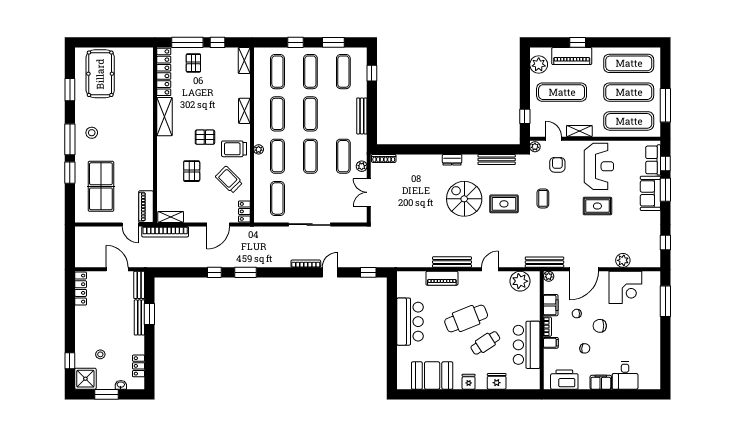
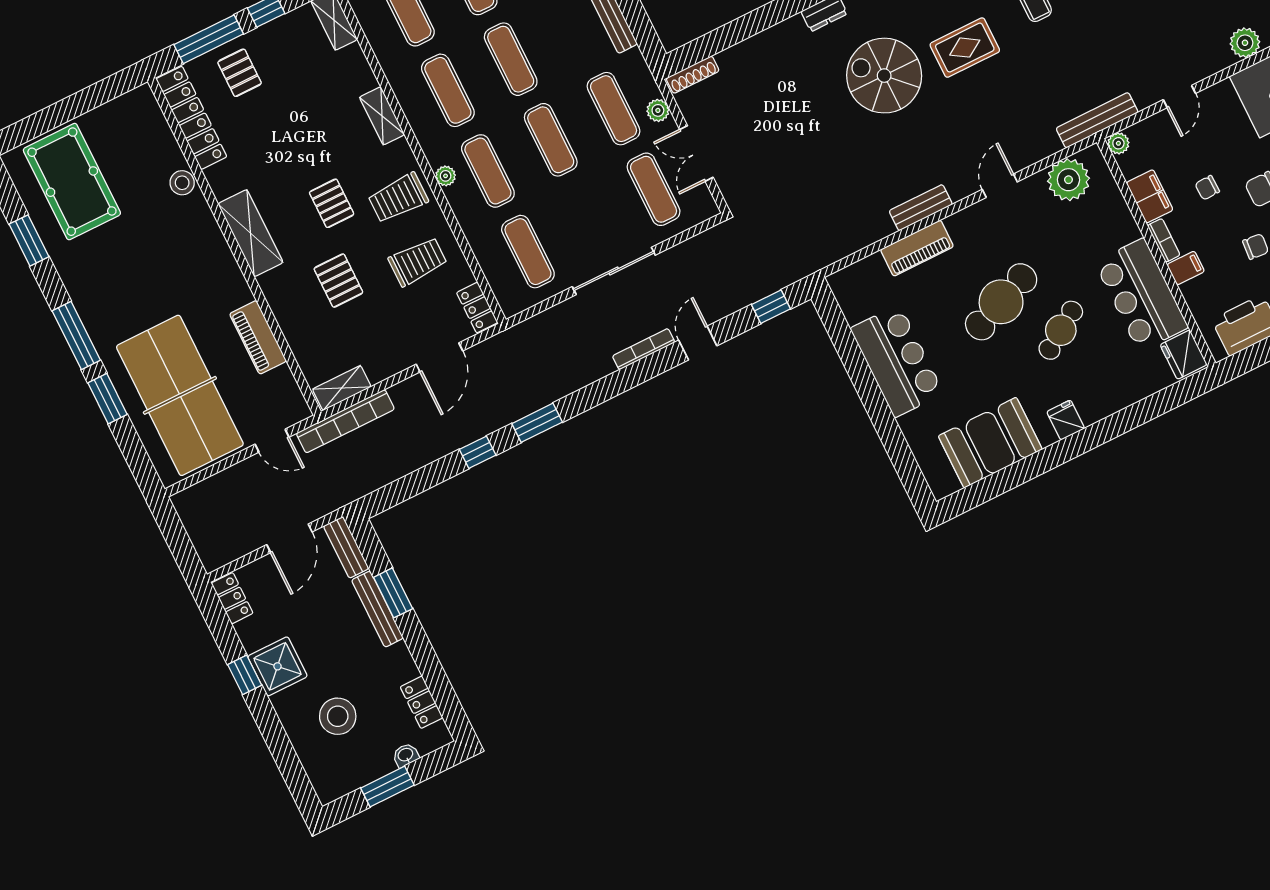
shelving: (165, 117) -> (250, 233), moved
stool: (92, 133) -> (182, 183), moved
pallet: (205, 137) -> (332, 203), turned 90
trolley: (229, 180) -> (418, 261), turned 135
table tennis table: (101, 186) -> (180, 395), width x1.36, depth x1.32
exercise mat: (343, 198) -> (654, 189), added
piano: (146, 207) -> (258, 337), moved
bench: (452, 262) -> (921, 208), width x0.73
door: (117, 269) -> (289, 538), swing flipped
door: (584, 269) -> (1179, 97), width x0.53
locker: (81, 289) -> (232, 598), width x0.66
stool: (100, 354) -> (338, 716), width x1.89, depth x1.89
window: (70, 361) -> (245, 675), moved
shower: (85, 379) -> (278, 666), moved
fridge: (497, 381) -> (1184, 355), moved, turned -90

